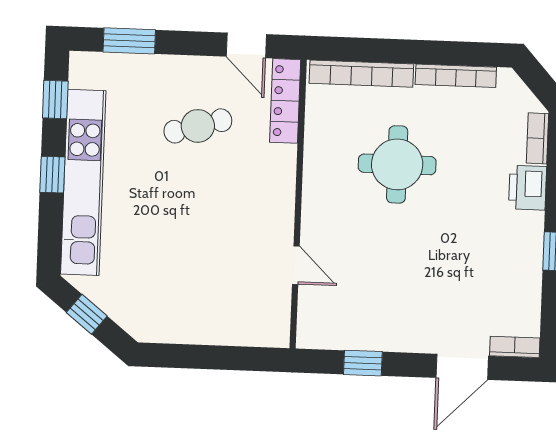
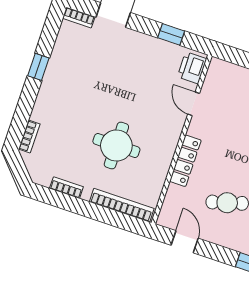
bookcase: (456, 76) -> (66, 188), width x0.64
locker: (285, 101) -> (185, 161), moved
printer: (528, 188) -> (192, 68), moved, turned 180

